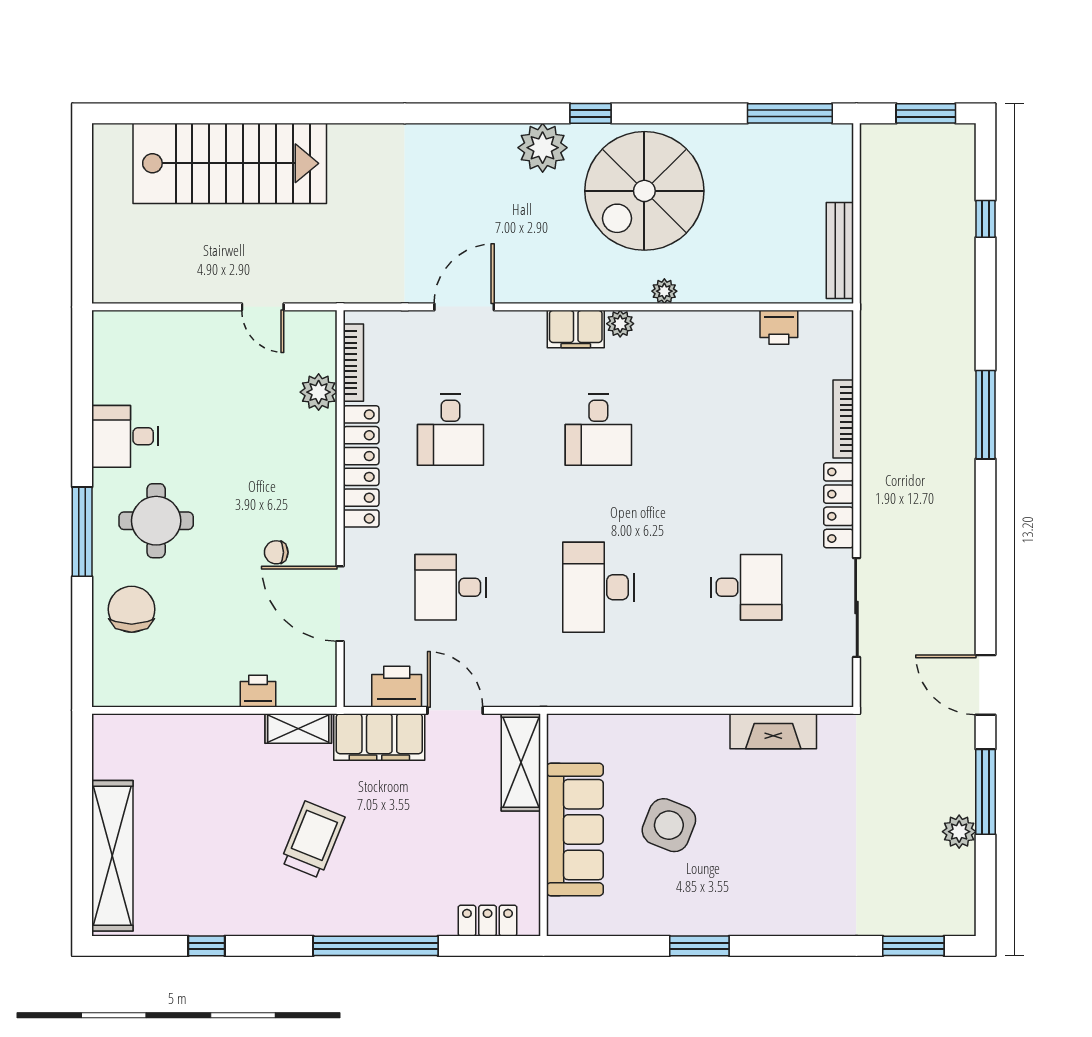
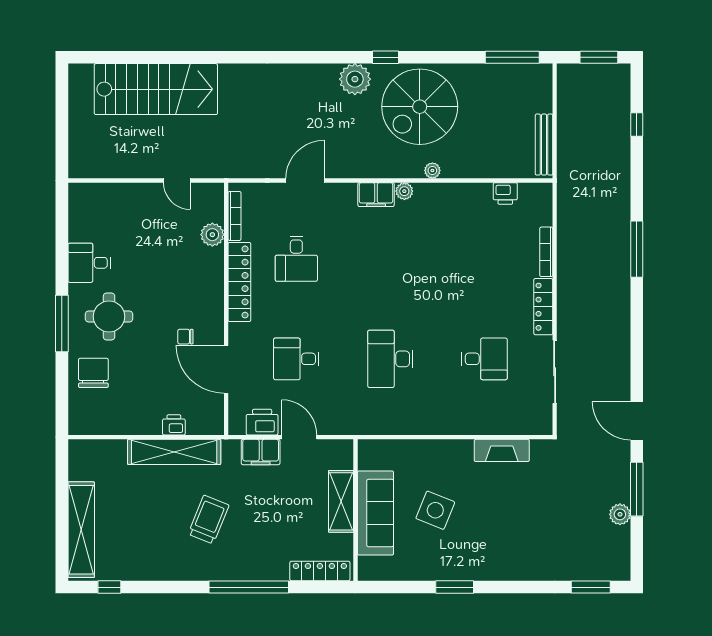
desk: (598, 430) -> (390, 259), removed
shelving: (298, 728) -> (174, 452), width x2.20, depth x1.33
filing cabinet: (379, 737) -> (261, 452), width x0.67, depth x0.86
shelving: (521, 762) -> (341, 501), moved
locker: (488, 921) -> (320, 571), width x1.53
window: (206, 946) -> (109, 587), moved

